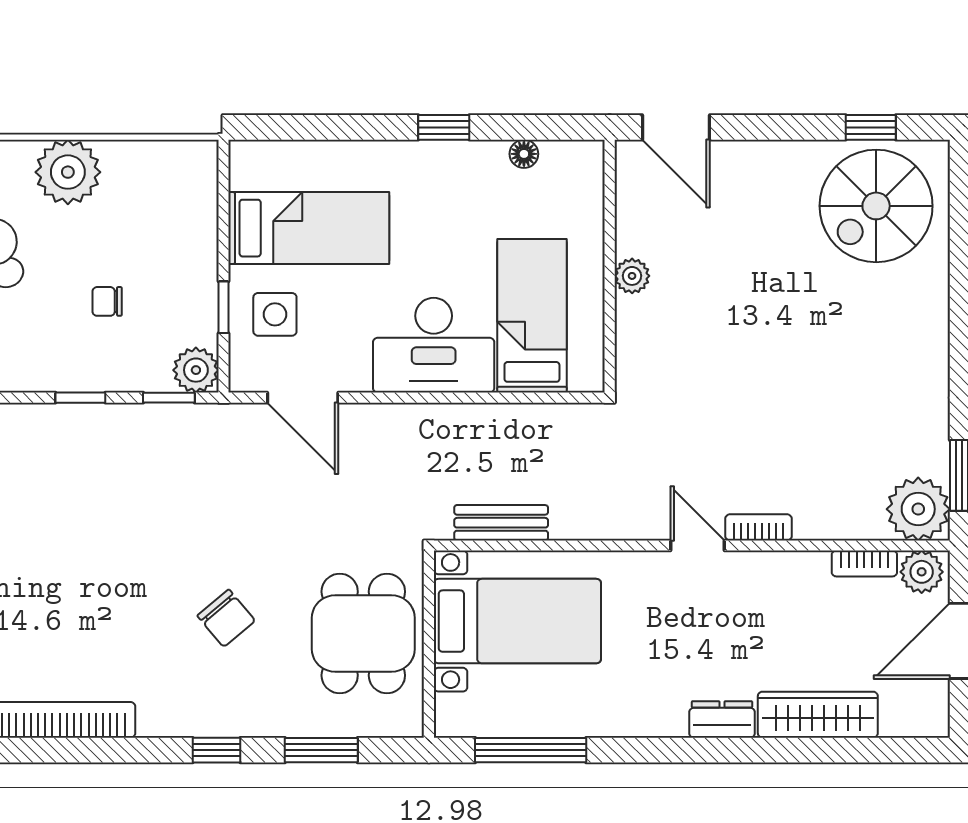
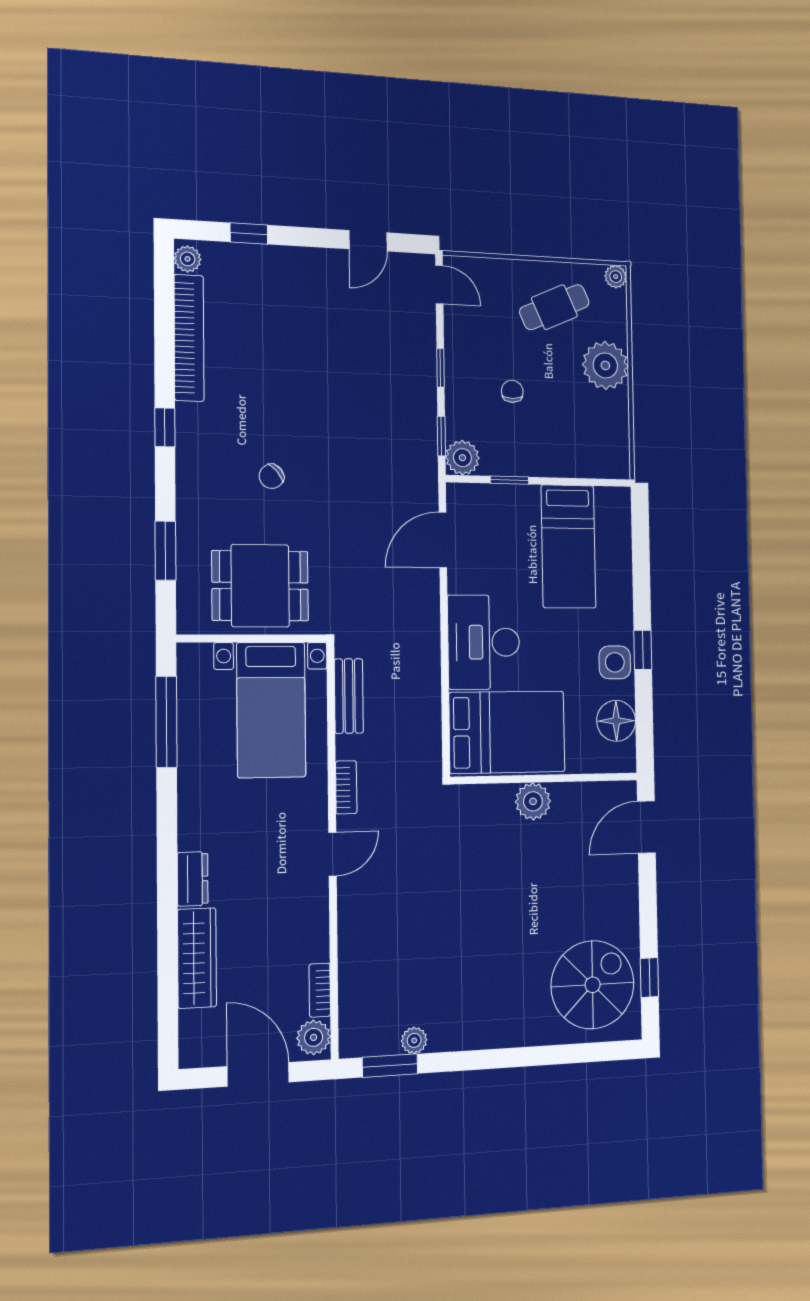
floor lamp: (524, 154) -> (616, 721), width x1.89, depth x1.89
spiral stairs: (876, 206) -> (593, 985), turned 90
plant: (632, 276) -> (533, 801), width x1.38, depth x1.38
side table: (275, 314) -> (615, 662), moved
bed: (532, 316) -> (507, 732), width x1.50
plant: (918, 509) -> (414, 1040), moved, width x0.53, depth x0.53
bookcase: (759, 527) -> (346, 787), moved
chair: (226, 618) -> (271, 476), width x0.73, depth x0.73
window: (217, 750) -> (165, 427), moved

